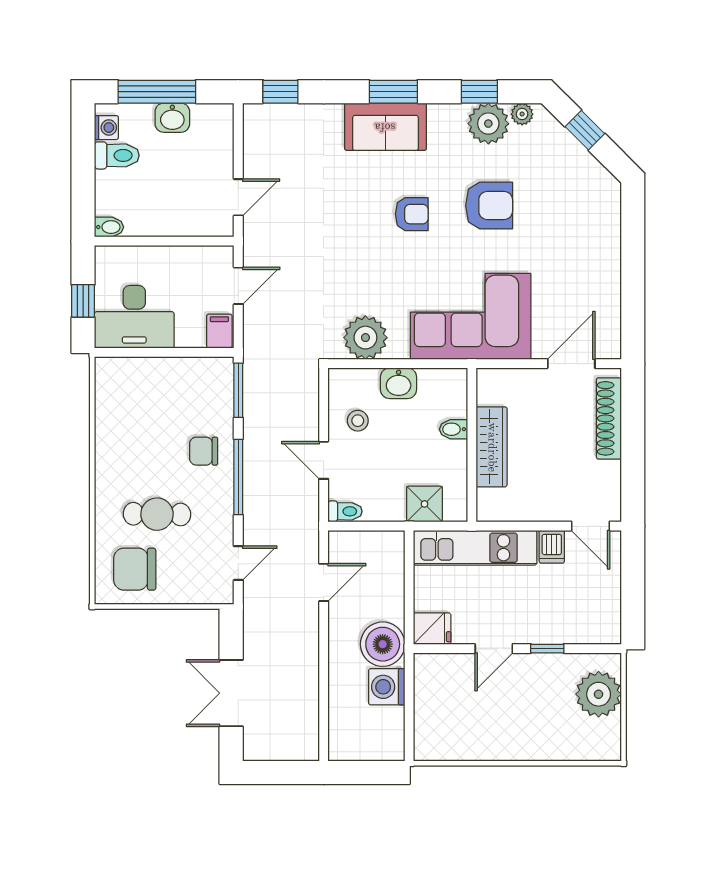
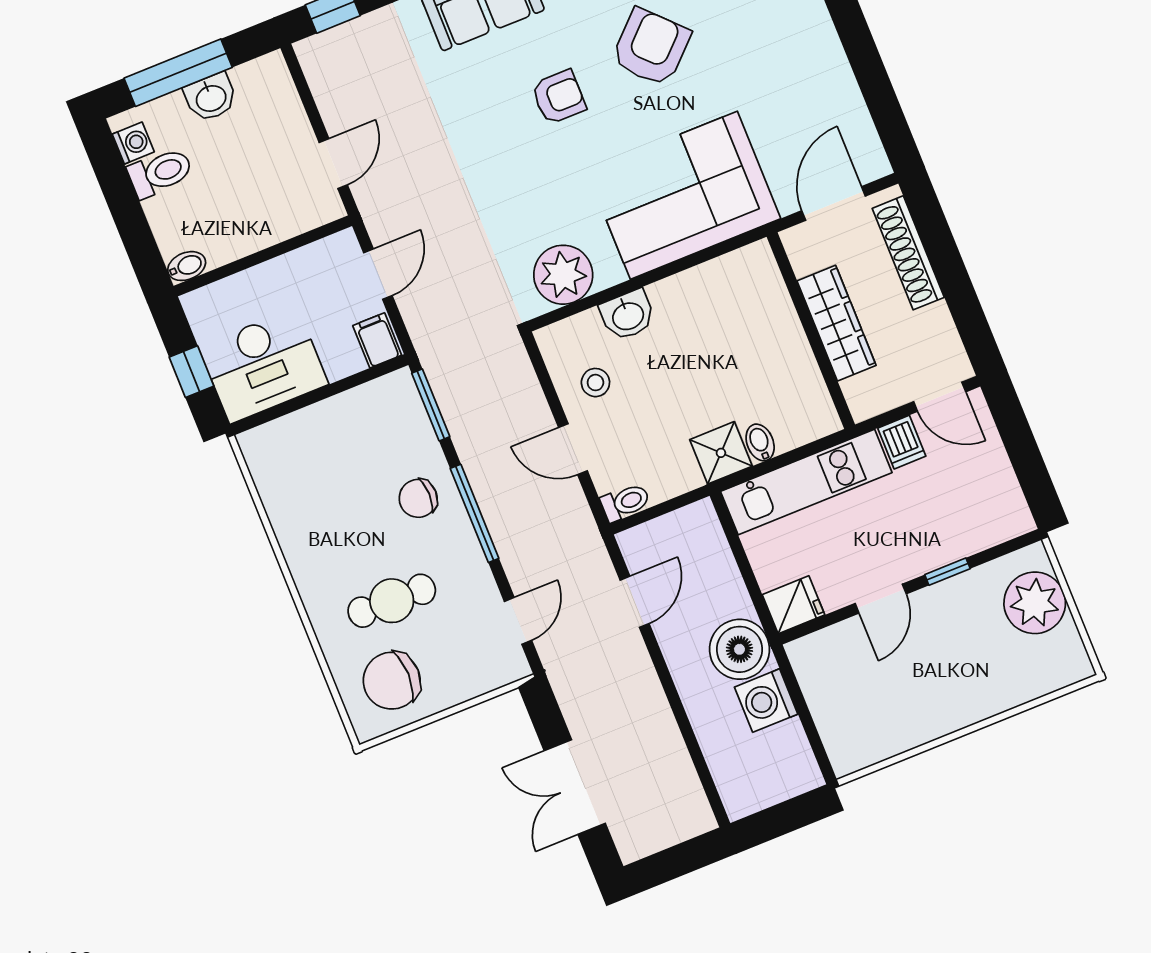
armchair: (489, 206) -> (651, 47), turned -44
bidet: (453, 429) -> (760, 442), moved, turned 90
wall: (472, 445) -> (811, 331), moved
wardrobe: (492, 447) -> (837, 323), moved

